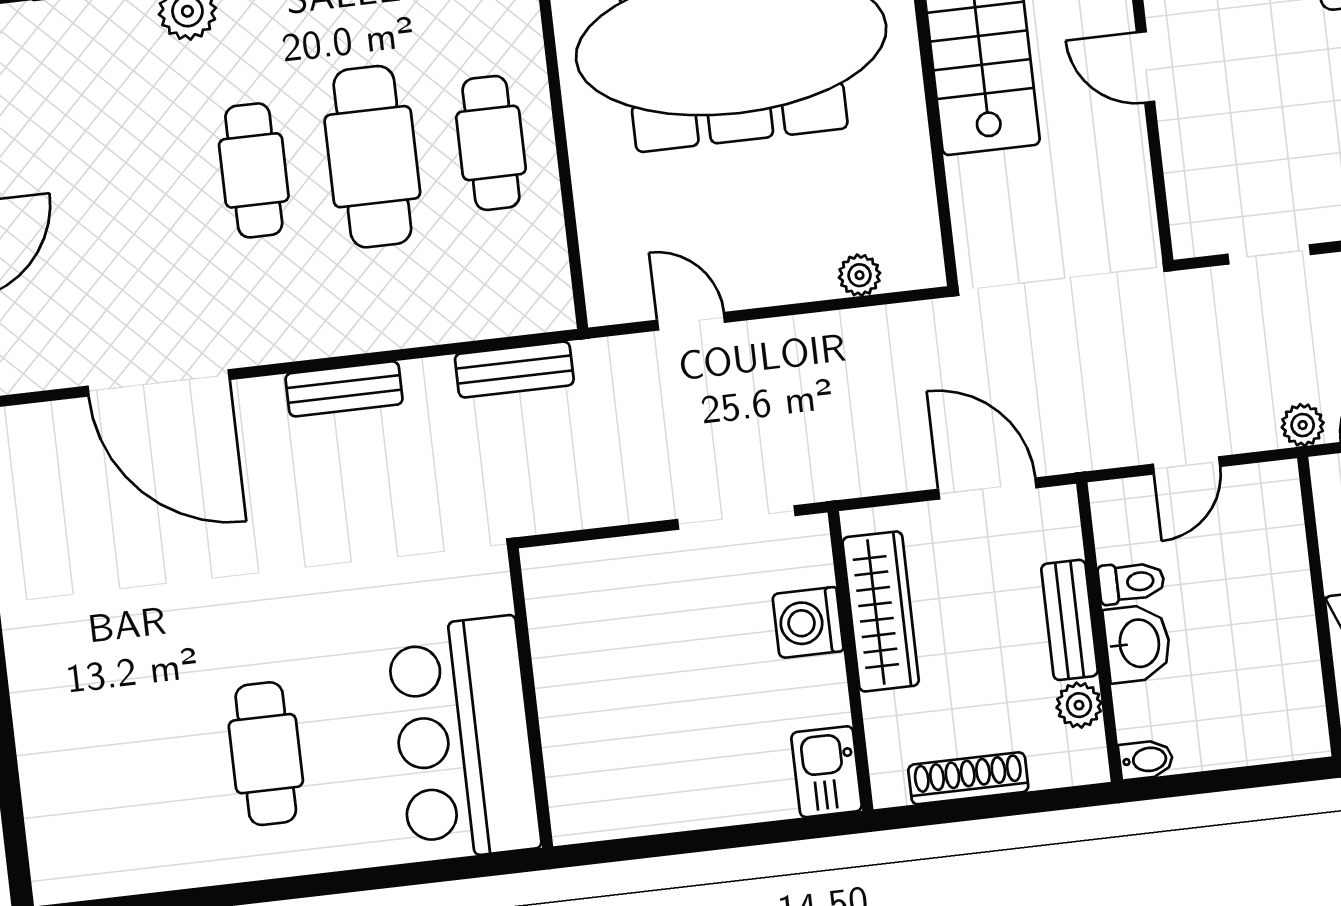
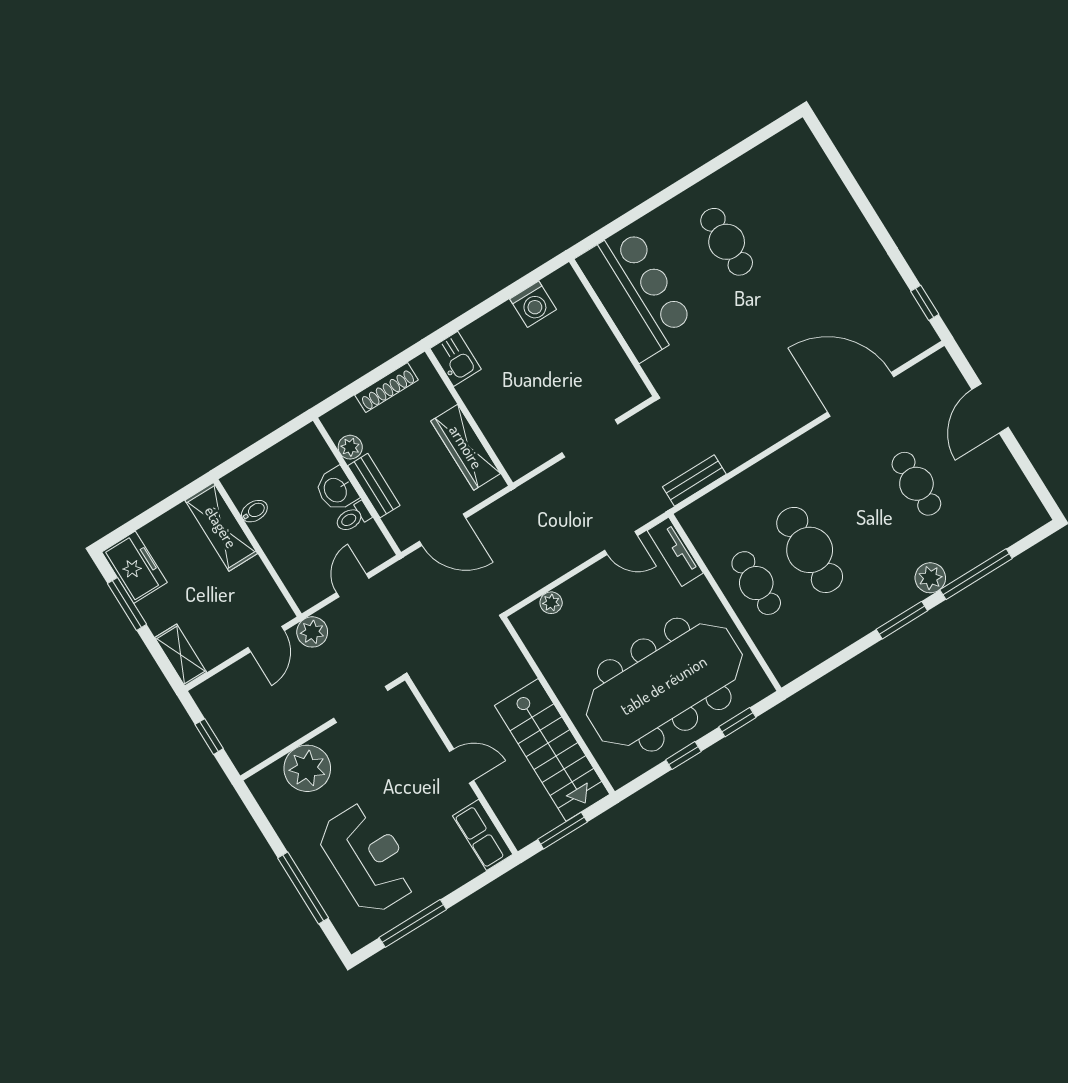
cafe table: (254, 170) -> (916, 484), moved
doorway: (1269, 254) -> (361, 704), width x1.38
tv unit: (605, 262) -> (675, 552), added
bench: (344, 389) -> (771, 433), removed
plant: (1303, 425) -> (312, 632), width x1.38, depth x1.38
doorway: (736, 517) -> (590, 438), moved
washing machine: (808, 622) -> (533, 304), moved, turned 90
bidet: (1146, 760) -> (254, 511), moved, turned 180

